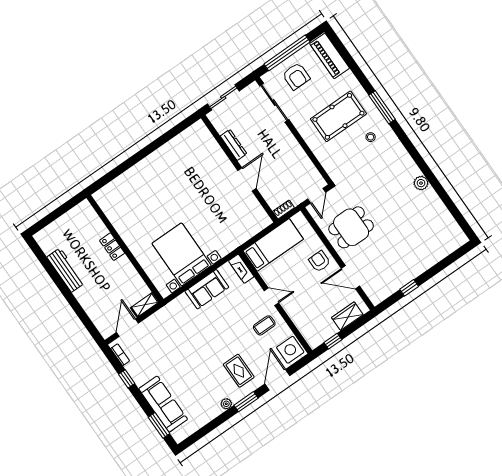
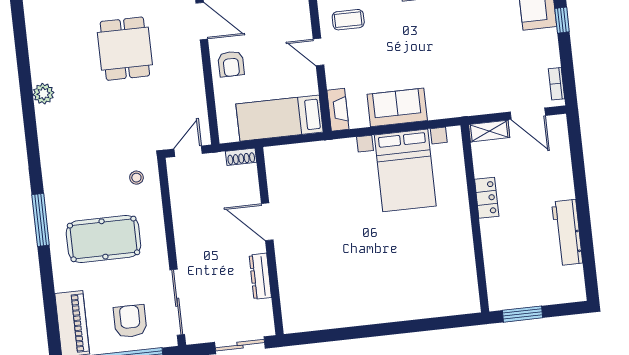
stool: (371, 137) -> (136, 178), moved
door: (247, 179) -> (267, 222), hinge flipped
window: (66, 207) -> (523, 314), added
dining table: (351, 227) -> (125, 49), moved, turned 90
locker: (112, 247) -> (487, 198), moved
door: (127, 328) -> (528, 114), hinge flipped
window: (127, 379) -> (562, 20), moved

